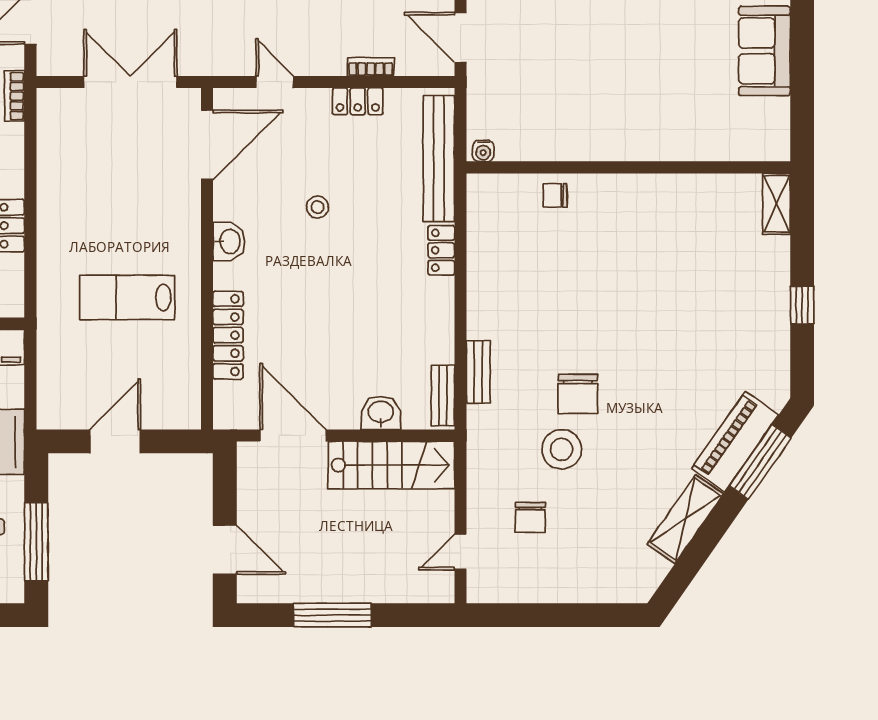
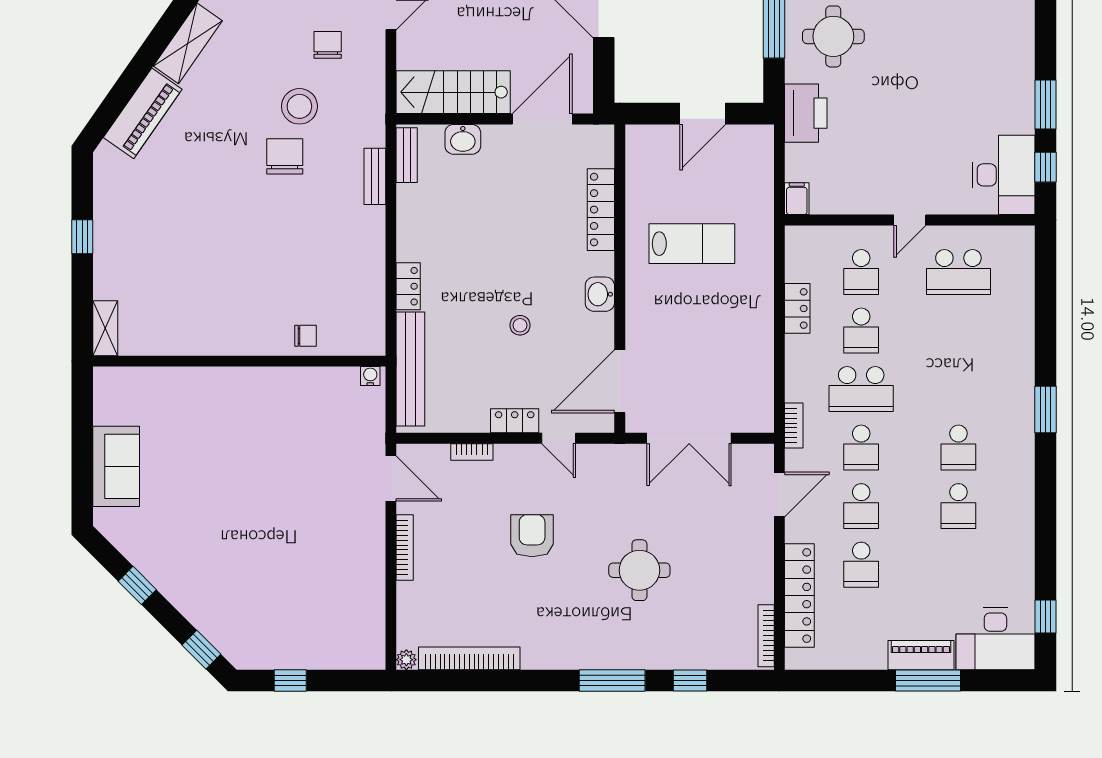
locker: (358, 101) -> (515, 421), moved
door: (293, 435) -> (542, 119), swing flipped
window: (760, 462) -> (120, 95), removed

